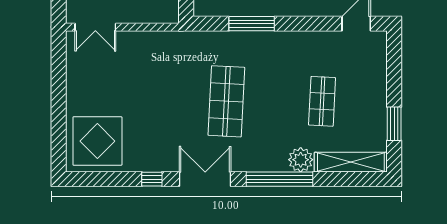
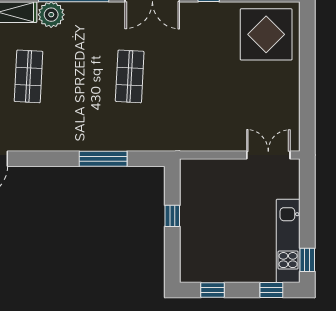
shop shelf: (226, 101) -> (130, 76), width x0.70, depth x0.74

